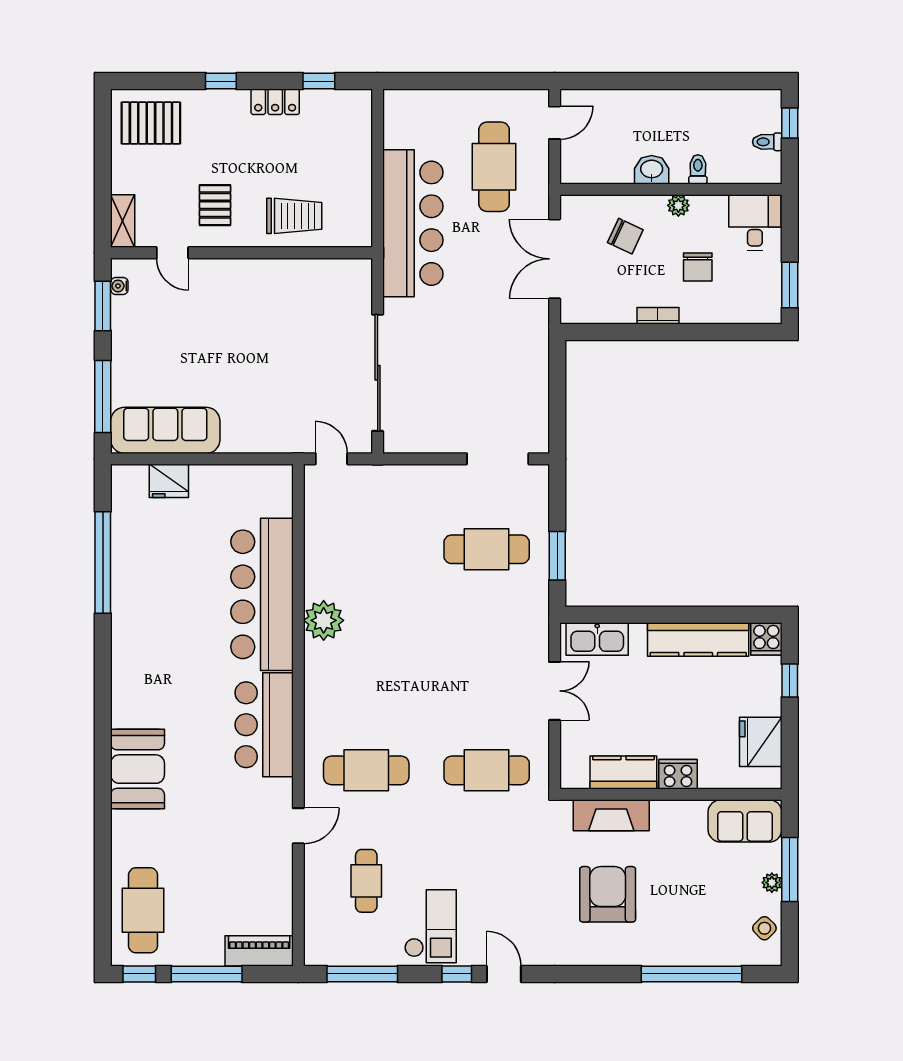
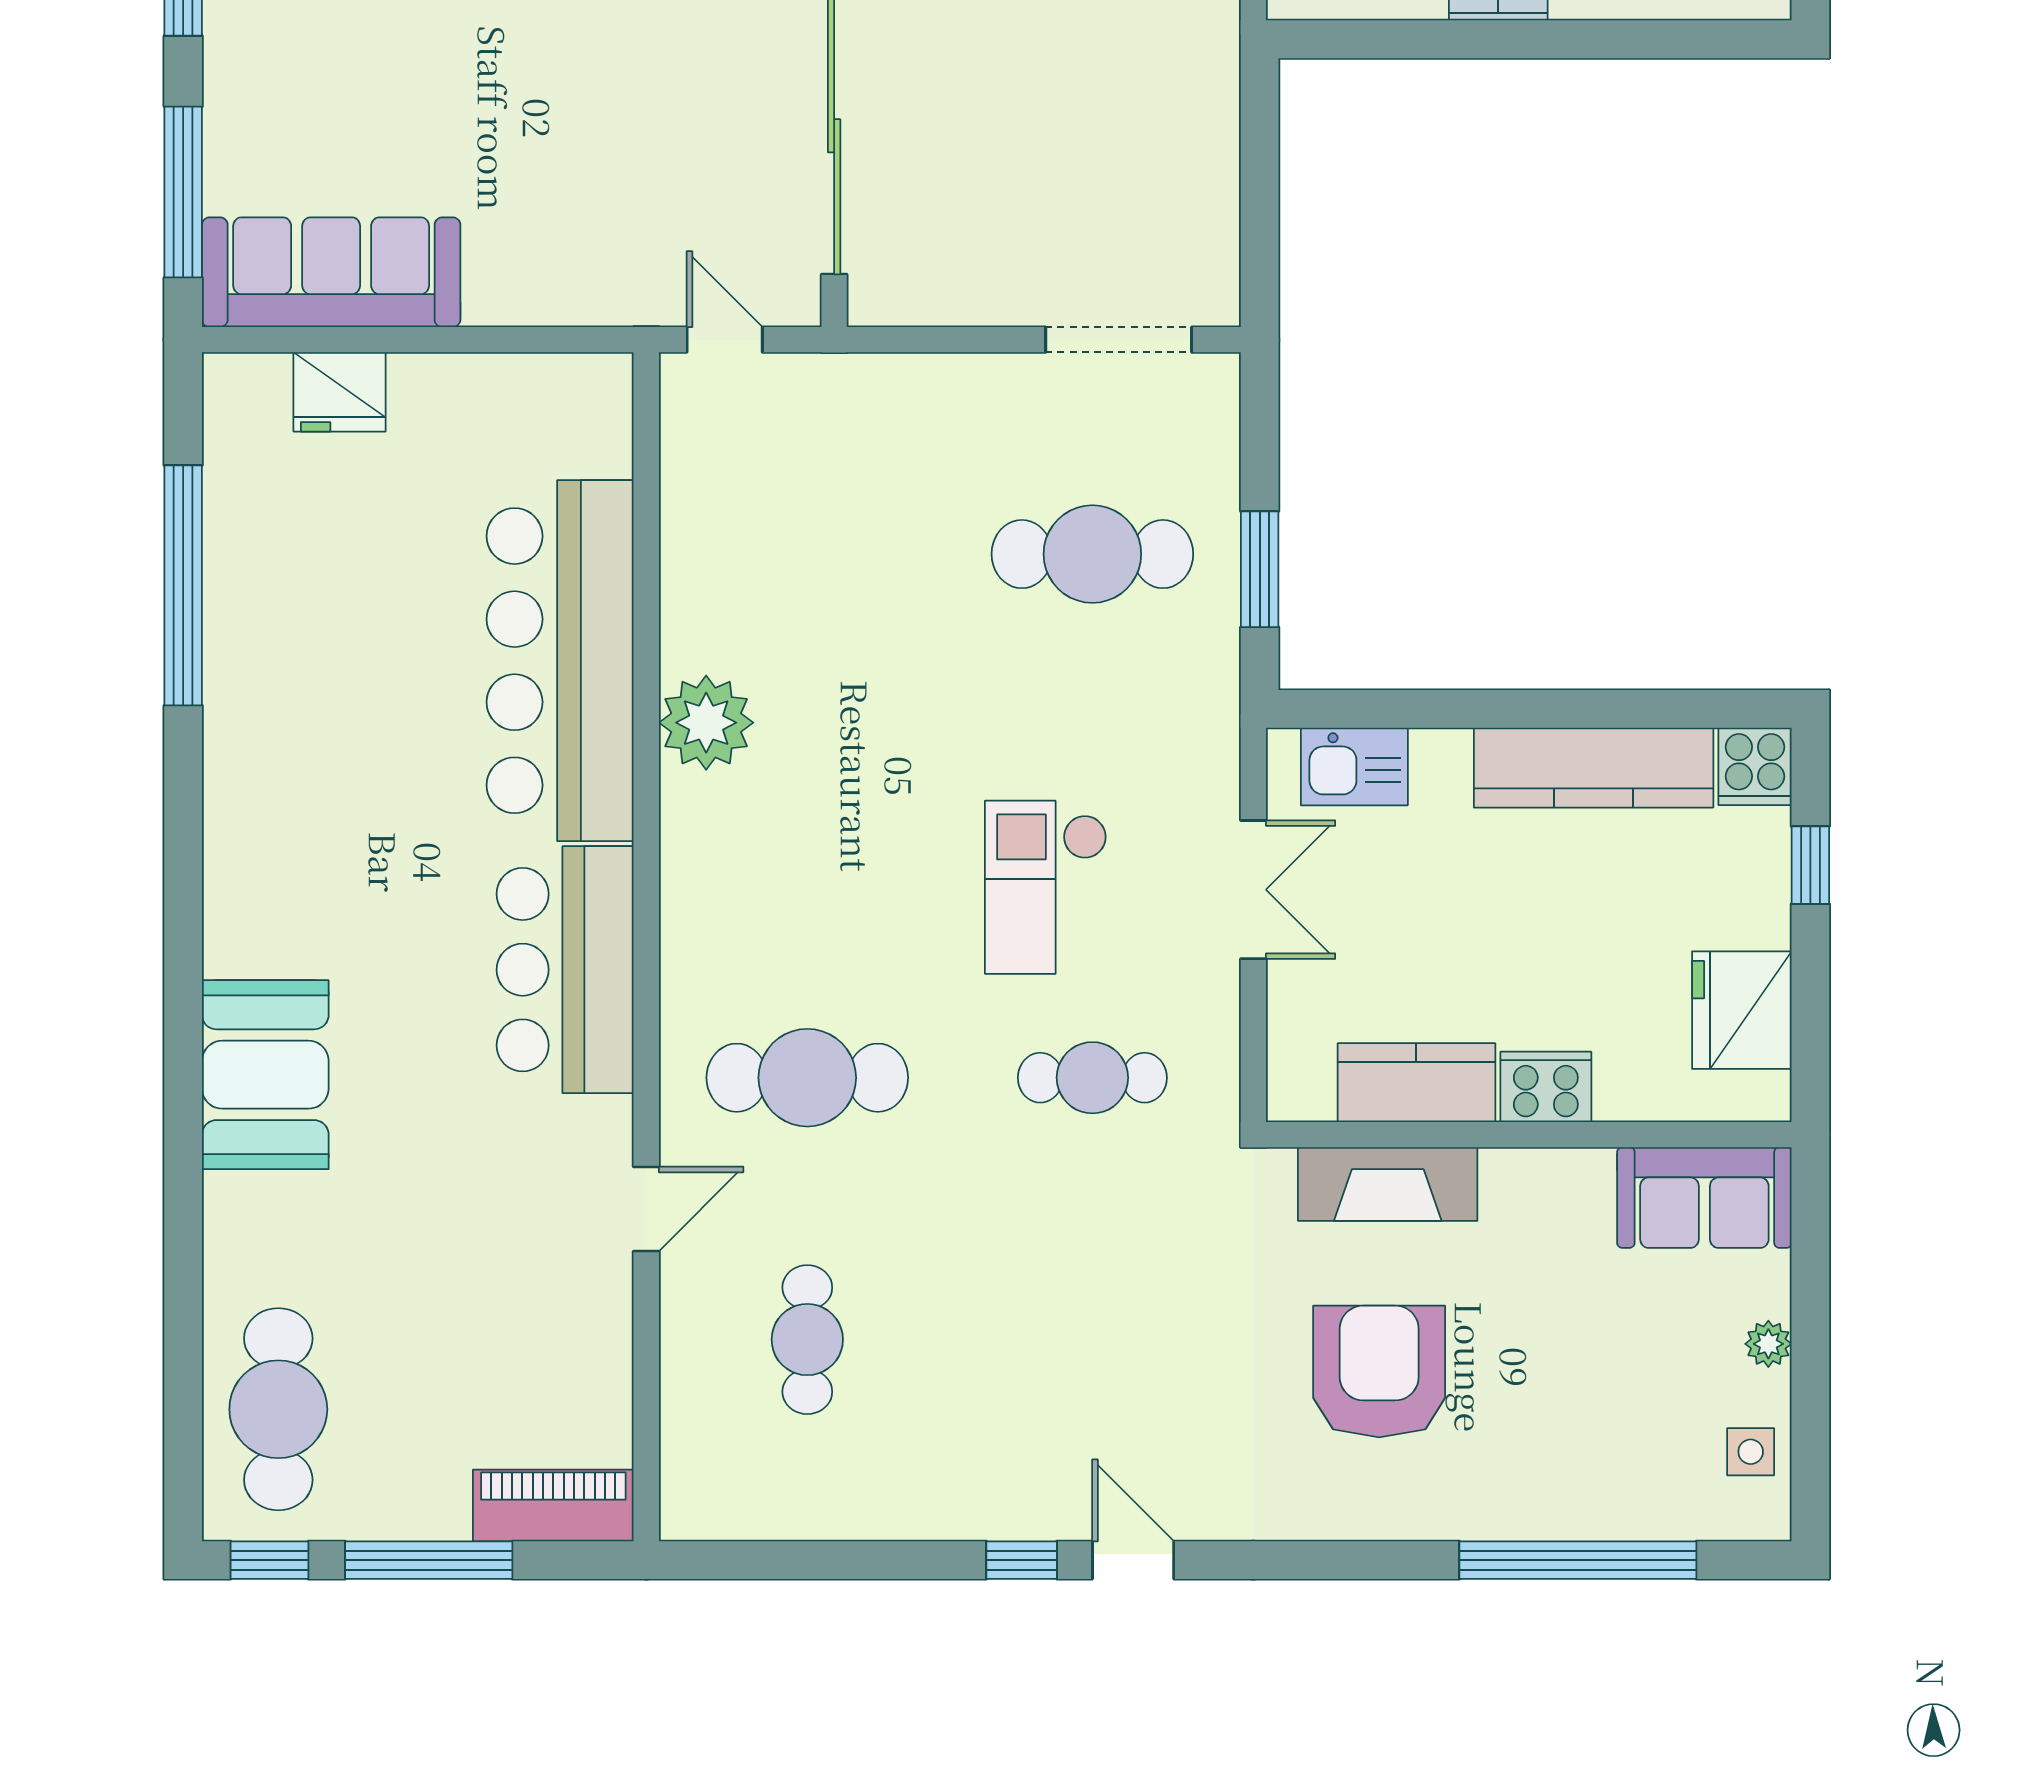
kitchen sink: (597, 639) -> (1354, 767), width x0.73
cafe table: (487, 770) -> (1092, 1078), width x0.73, depth x0.74
window: (790, 870) -> (1810, 1313), removed
checkout: (431, 926) -> (1046, 887), moved, turned 180
side table: (764, 928) -> (1751, 1452), turned 45
window: (362, 974) -> (798, 1560), removed

